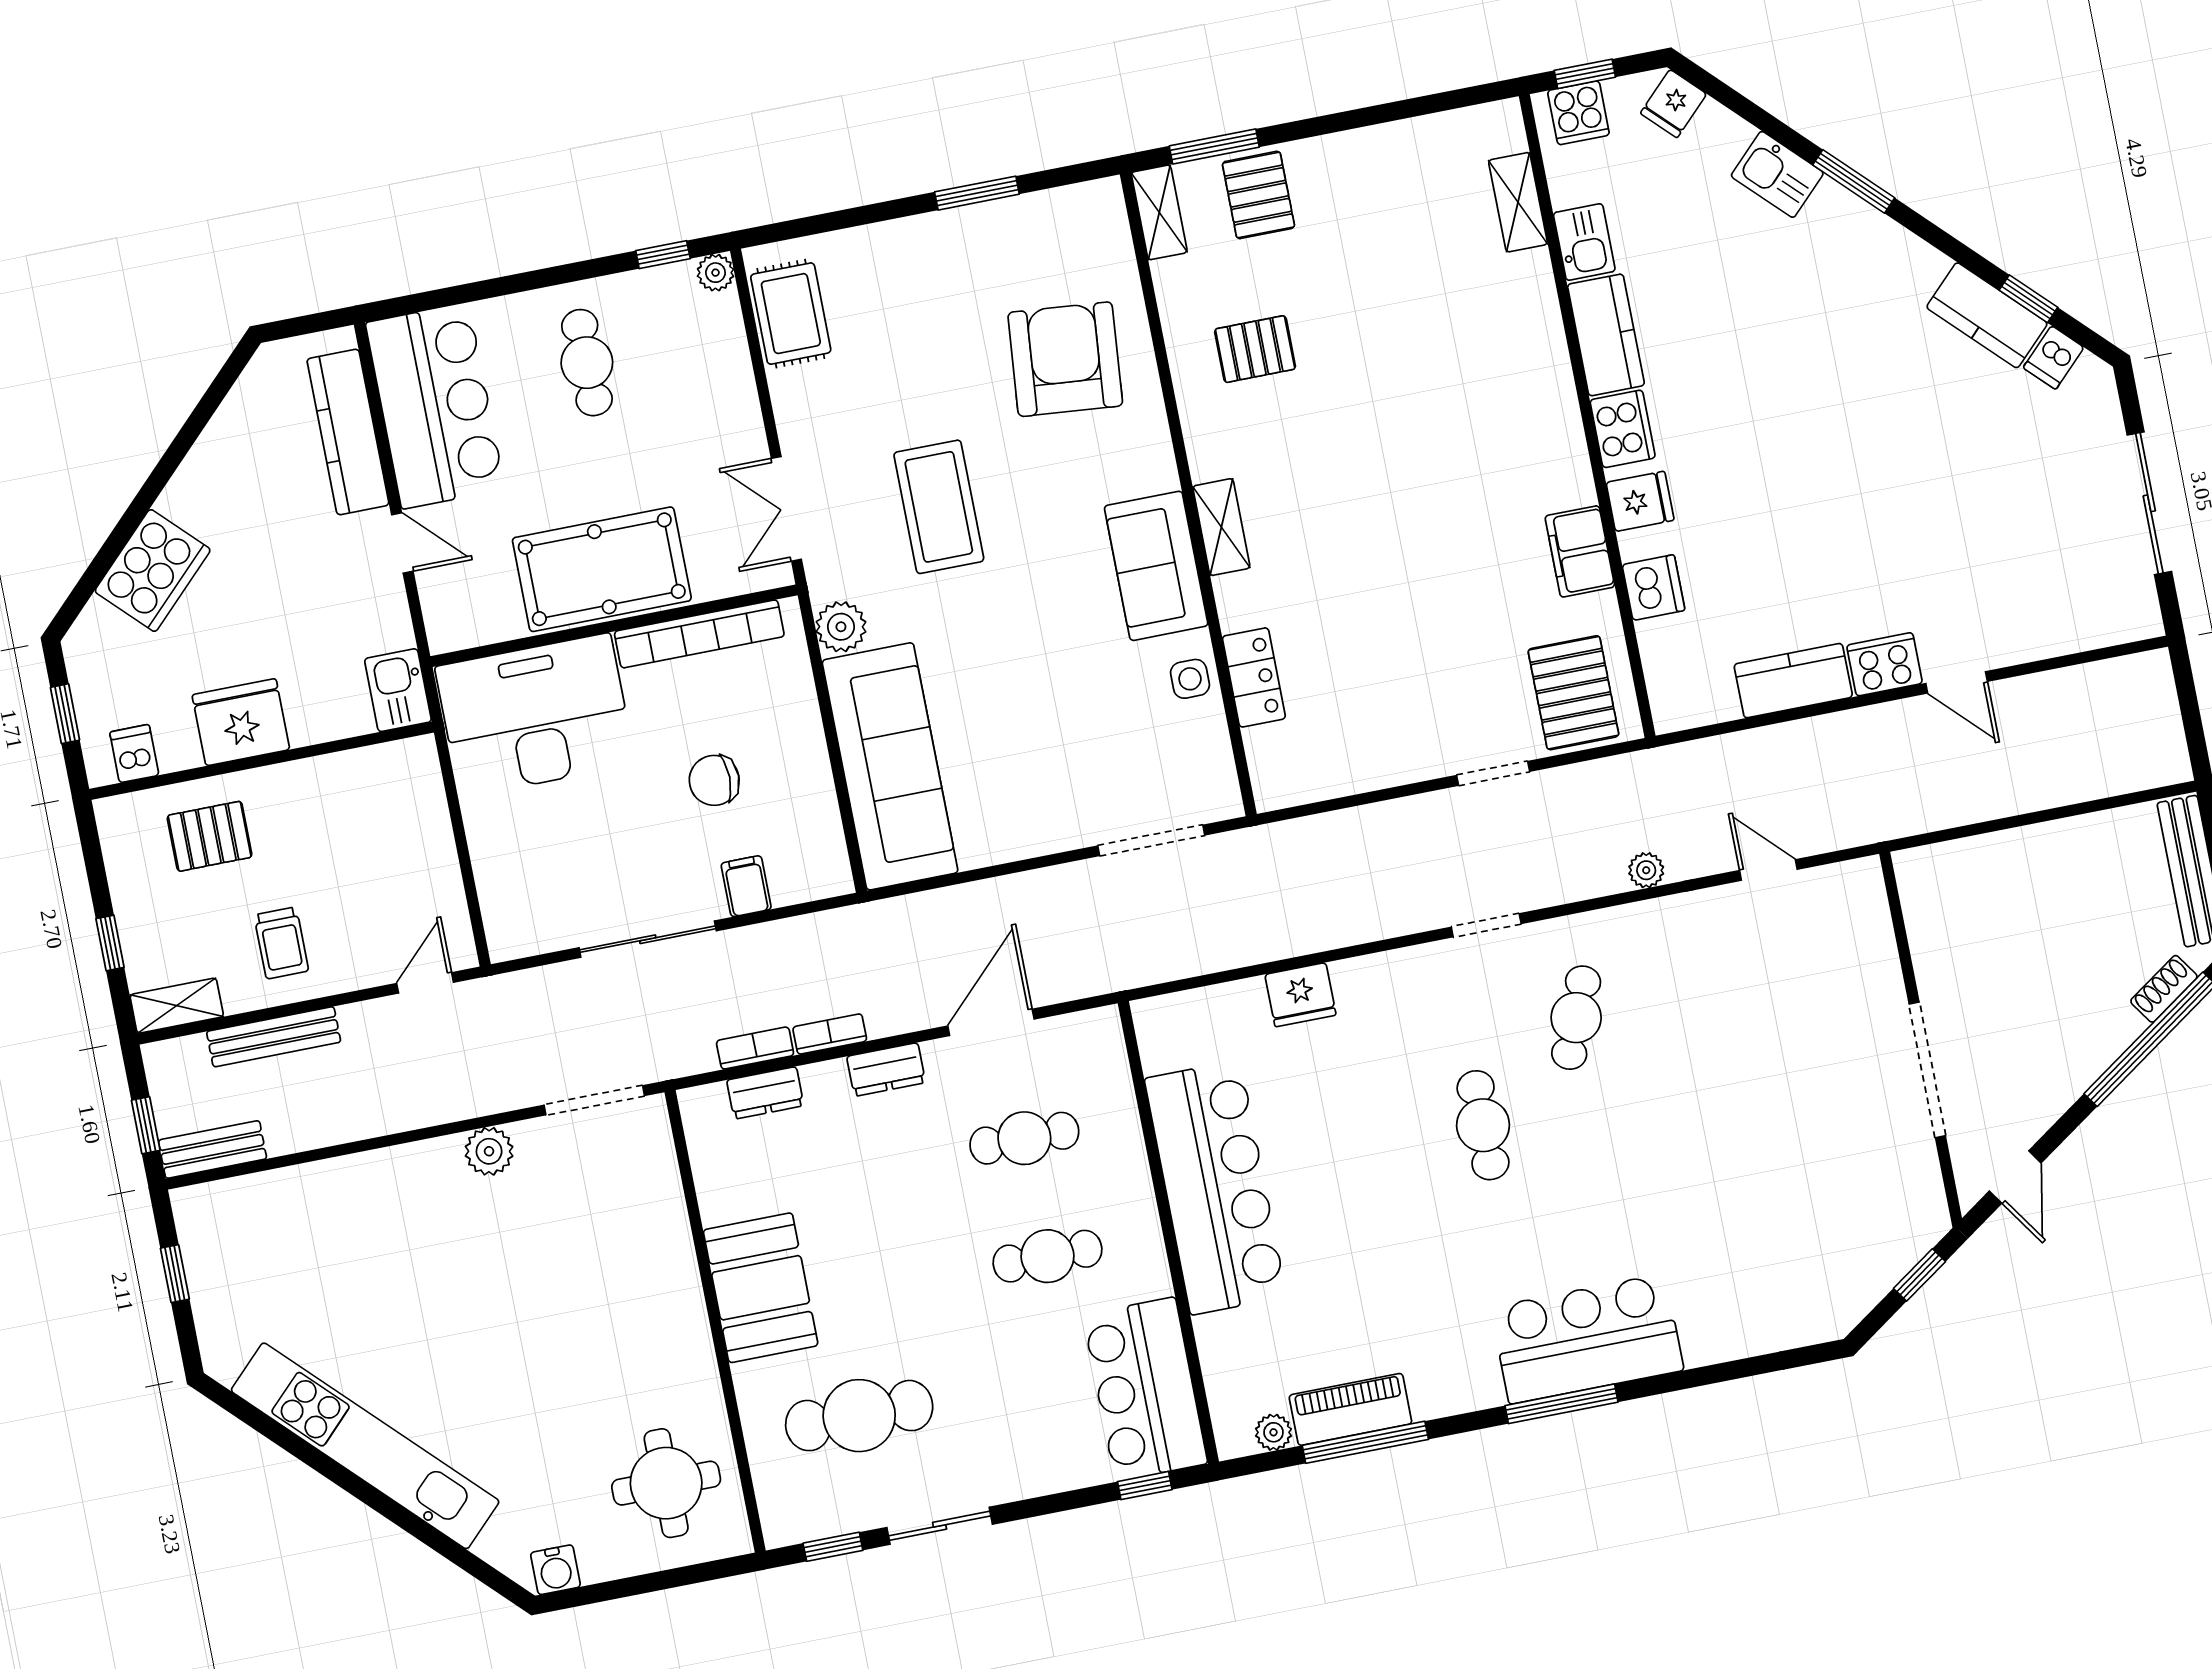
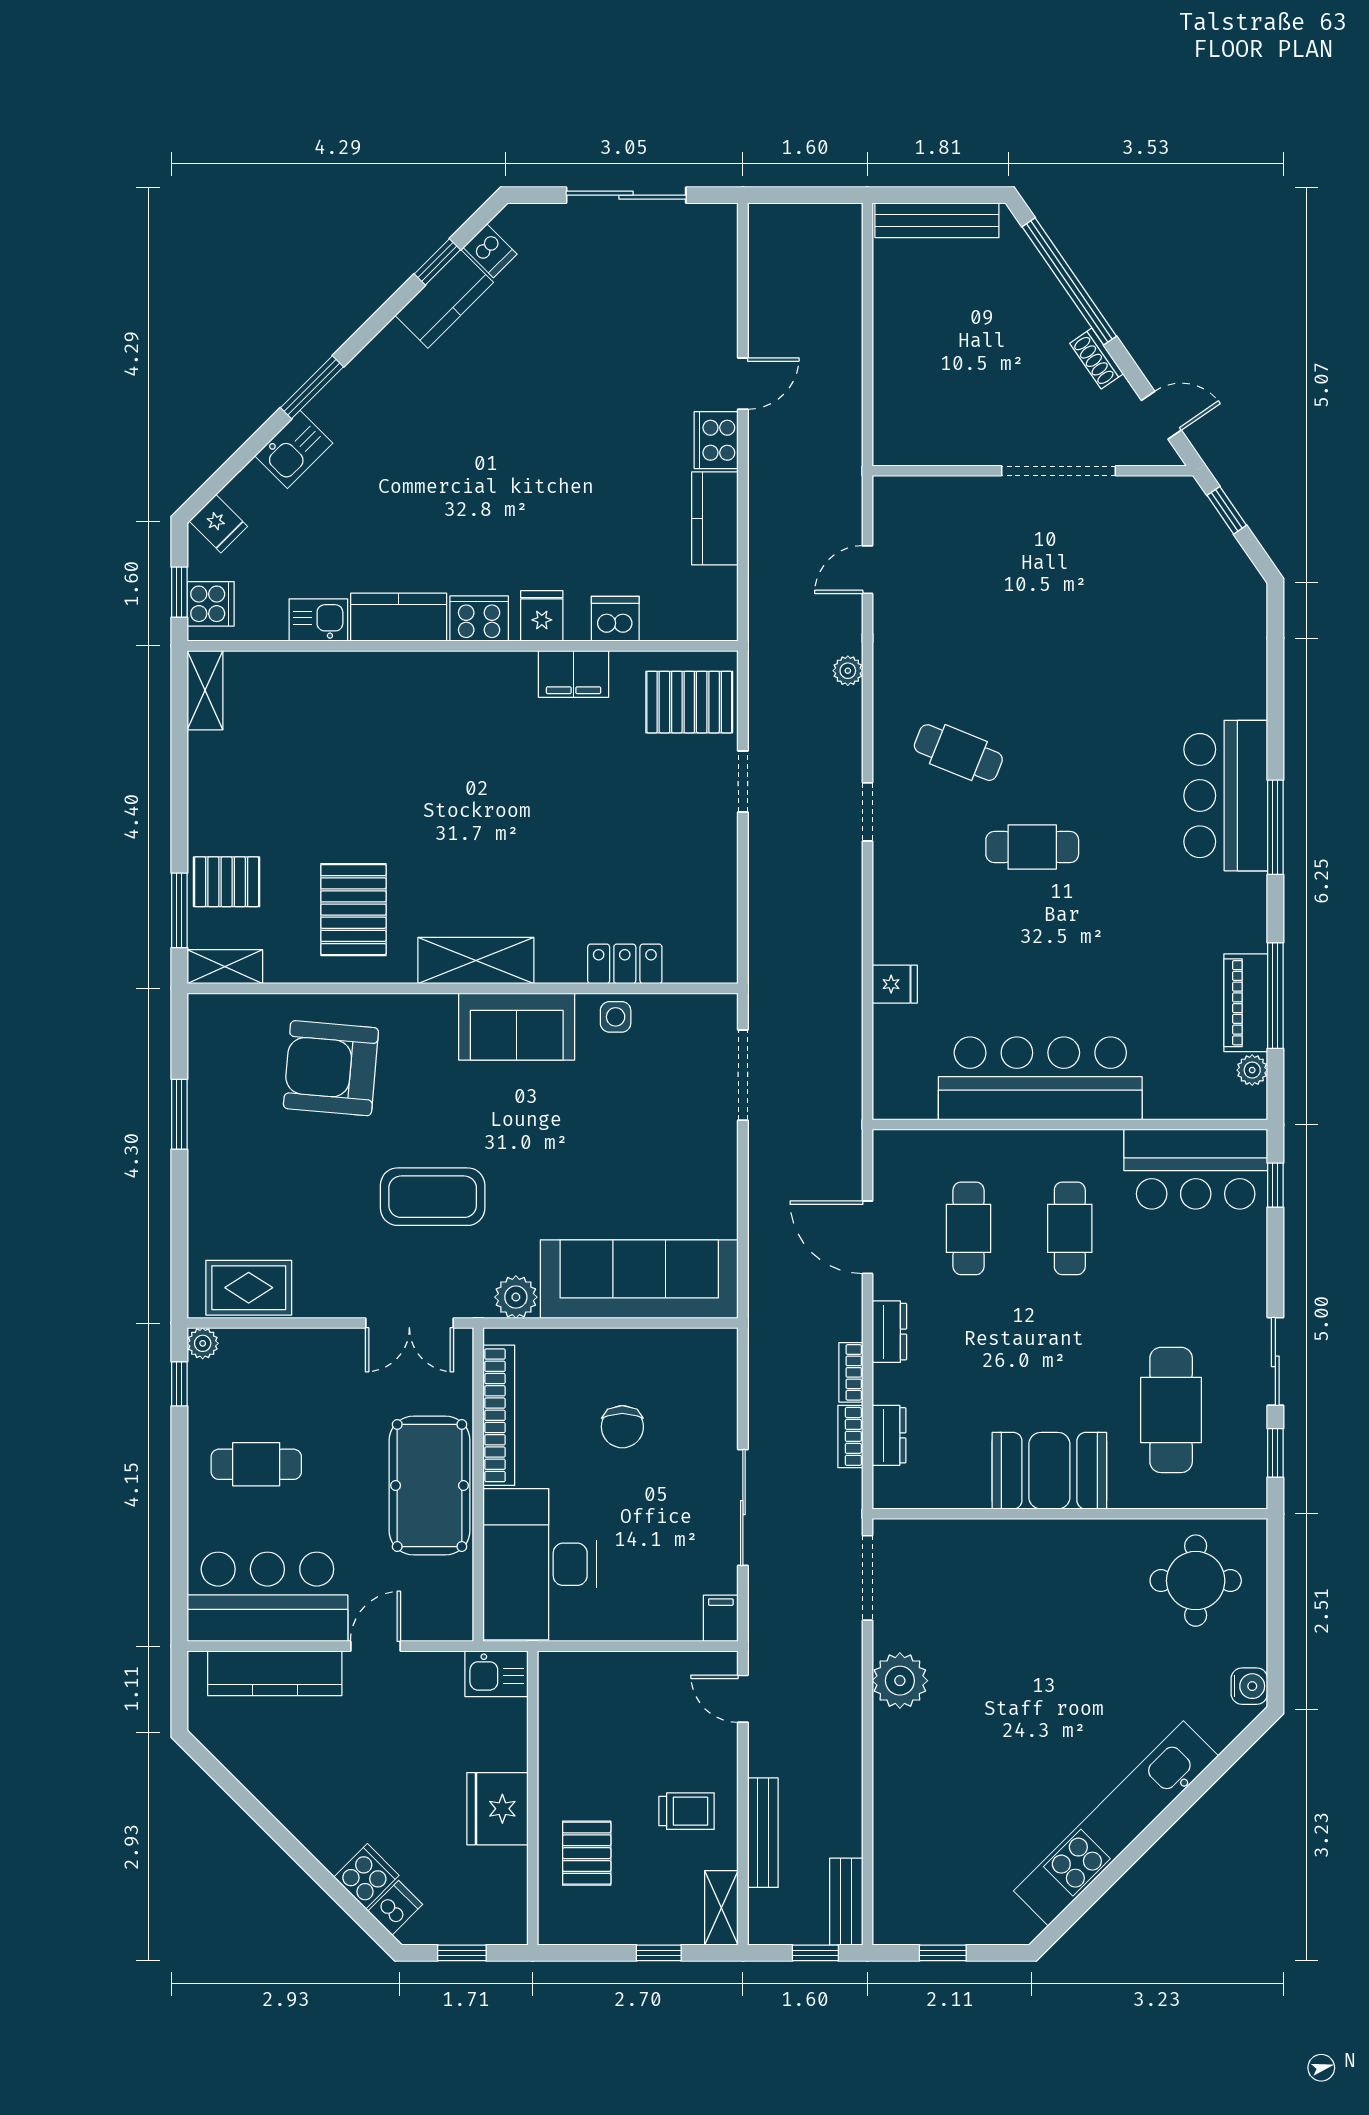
shelving: (1518, 202) -> (205, 690), moved, turned 90
pallet: (1255, 349) -> (353, 910), width x1.50, depth x1.42
shelving: (1221, 527) -> (476, 960), width x1.50, depth x1.33
cooker: (153, 571) -> (366, 1876), width x0.53, depth x0.76
dishwasher: (134, 754) -> (395, 1908), moved, turned 135
filing cabinet: (746, 886) -> (721, 1618), moved, turned 90
shoe rack: (2164, 989) -> (1097, 359), moved
fridge: (1300, 995) -> (895, 984), width x0.72
plant: (489, 1151) -> (900, 1681), width x1.36, depth x1.36

